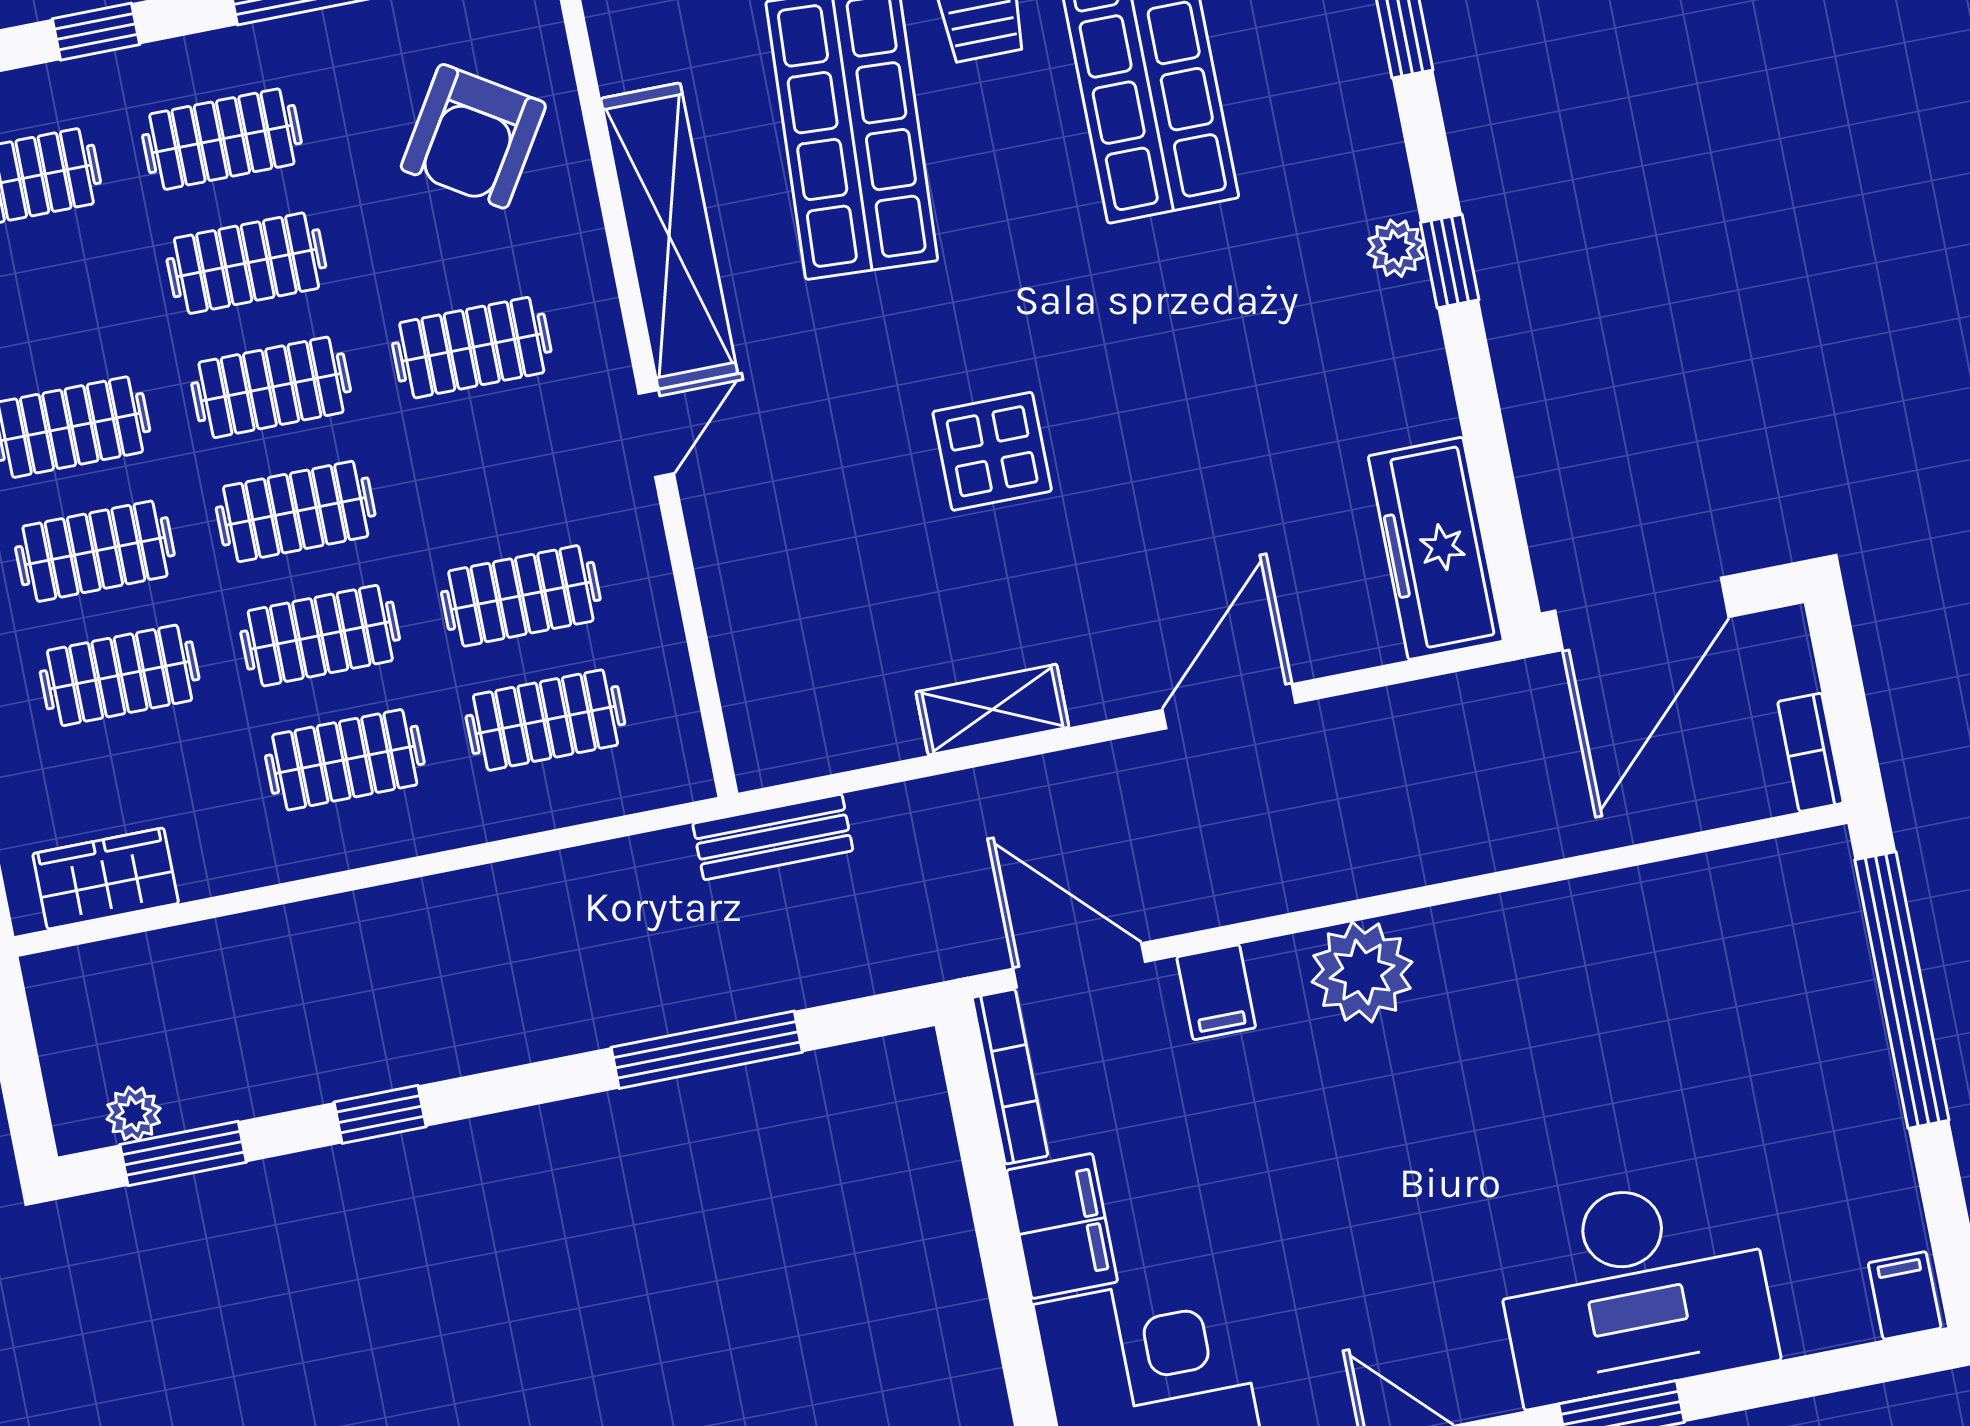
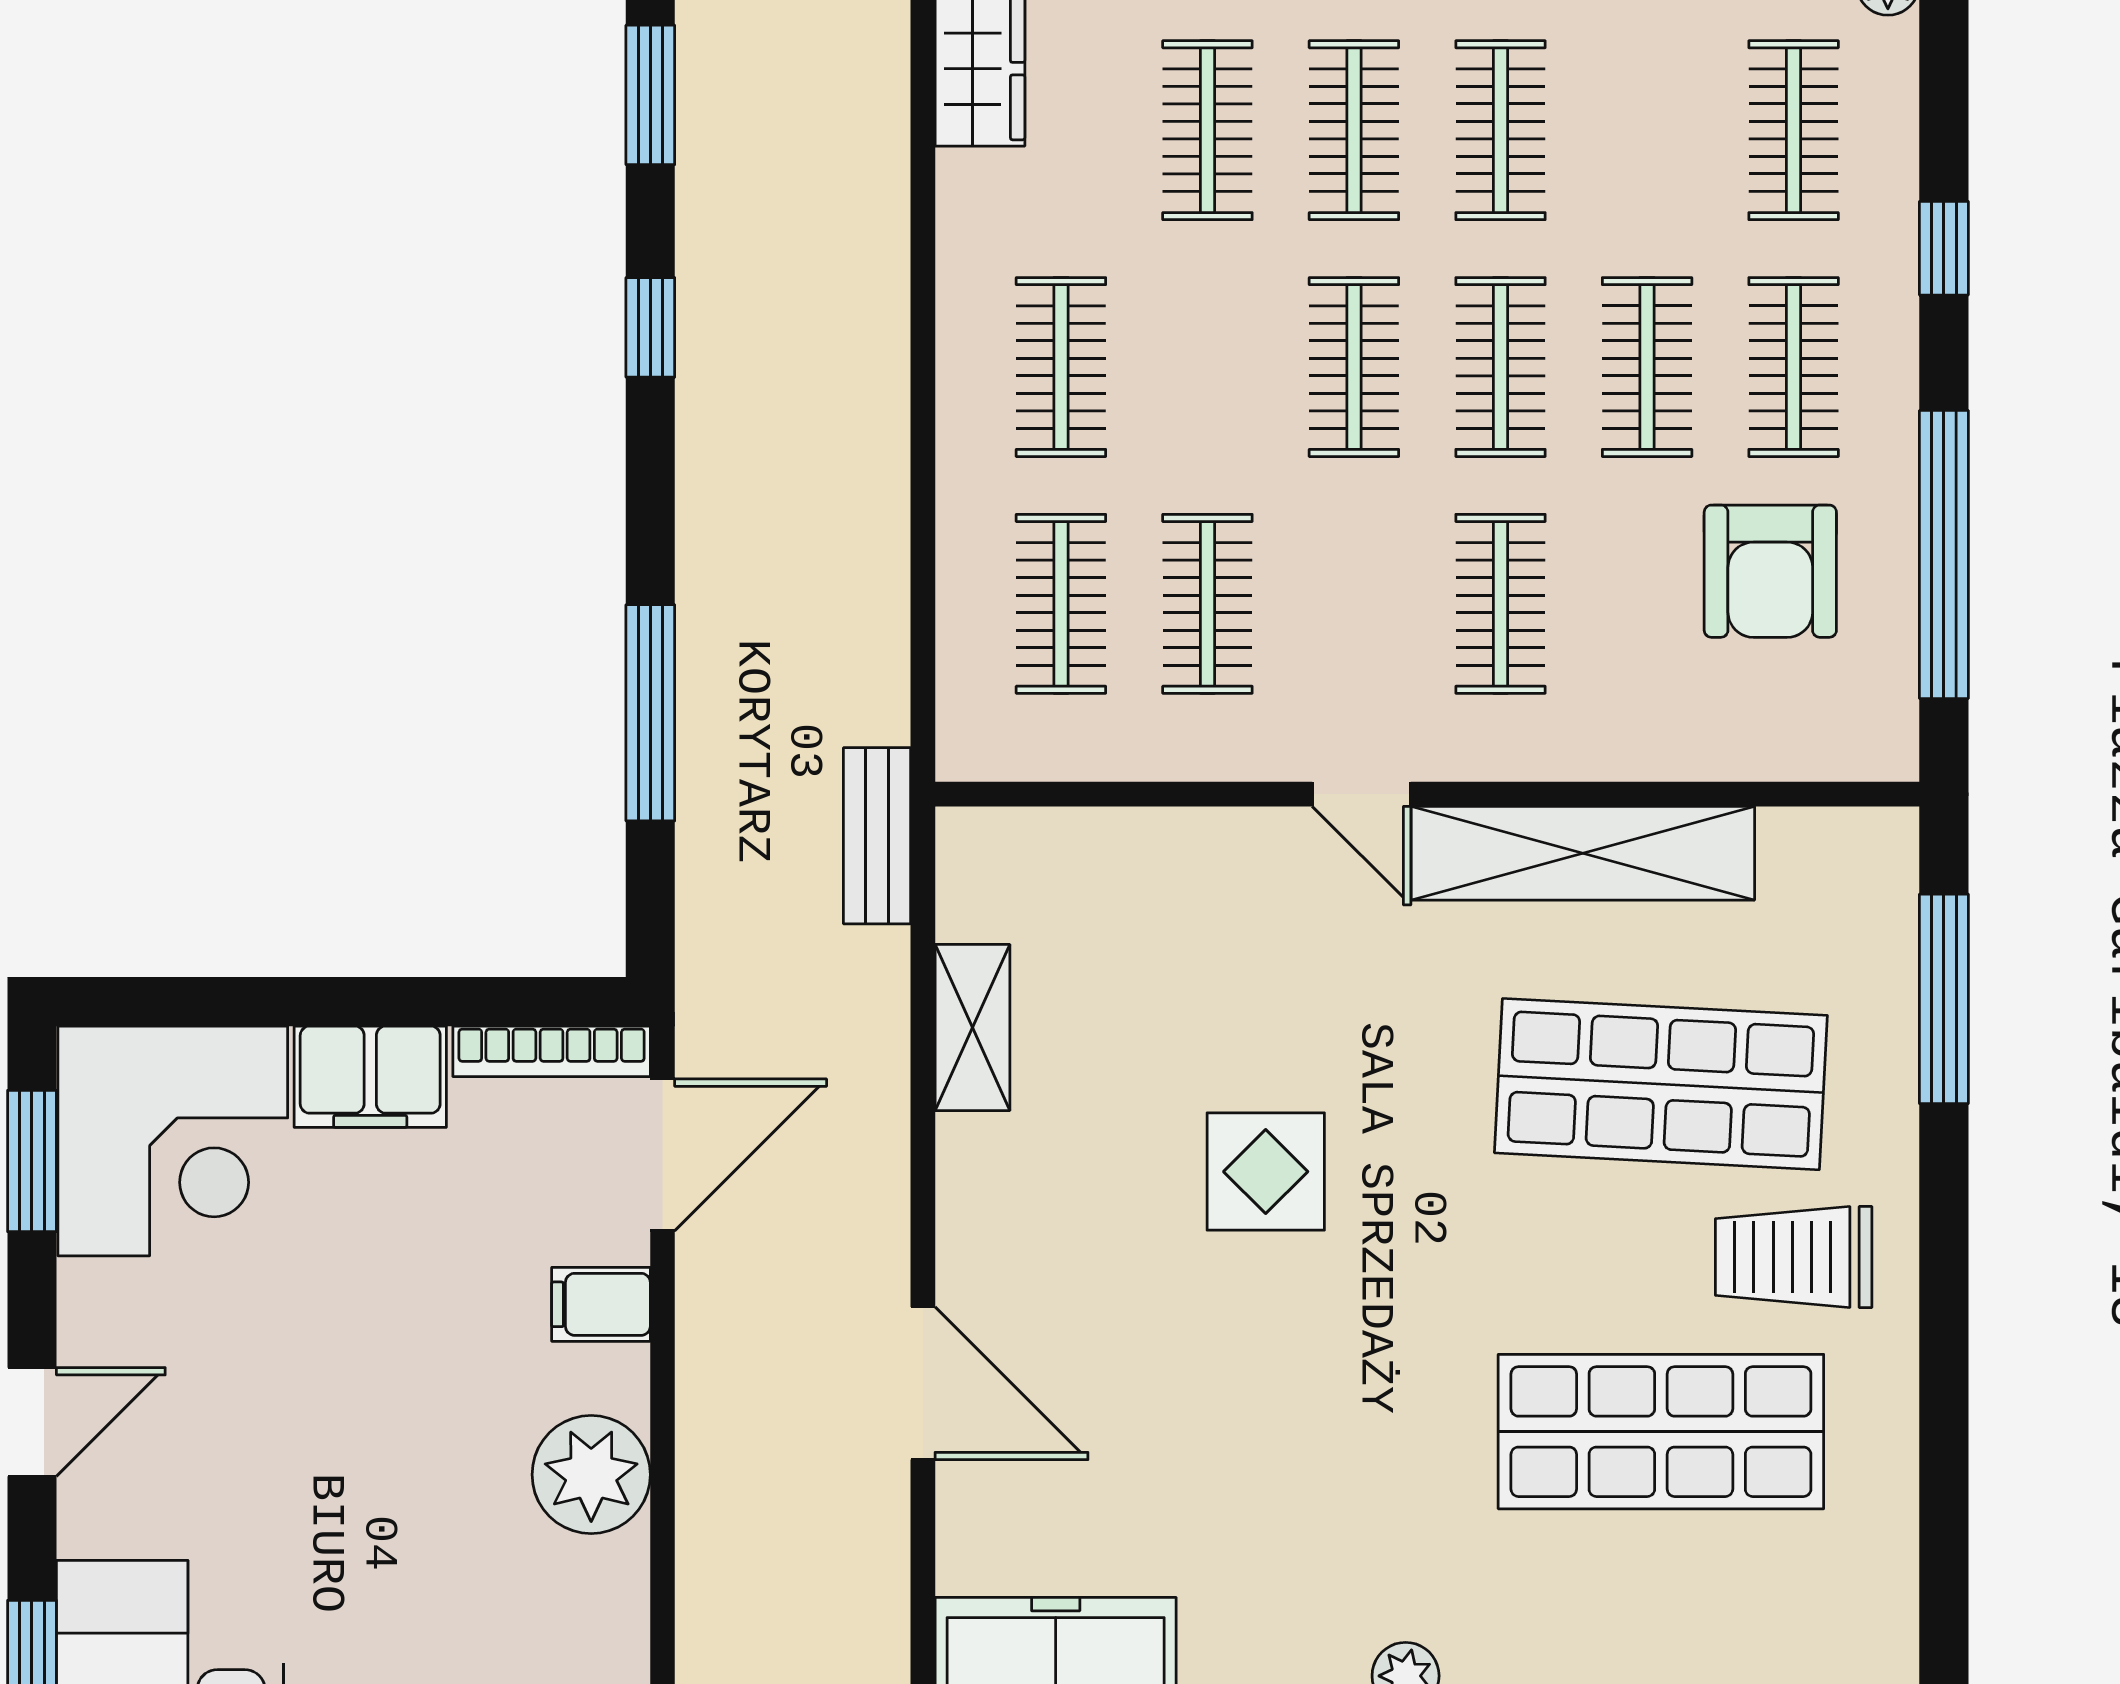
armchair: (473, 136) -> (1770, 571), moved, turned -122
clothes rail: (320, 636) -> (1207, 367), removed
shelving: (992, 710) -> (972, 1028), moved
plant: (134, 1114) -> (706, 48), removed

